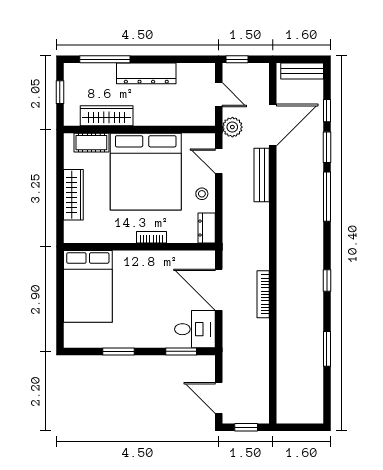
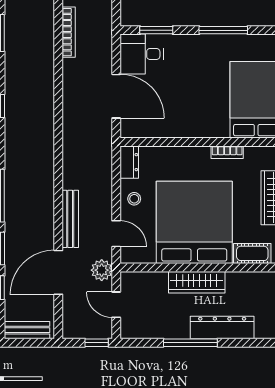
window: (105, 59) -> (190, 343), moved
dresser: (146, 73) -> (222, 328), moved
wardrobe: (107, 116) -> (197, 282), moved
bookcase: (151, 237) -> (227, 152), moved
bookcase: (263, 294) -> (69, 32), moved
window: (119, 351) -> (223, 30), width x1.44

